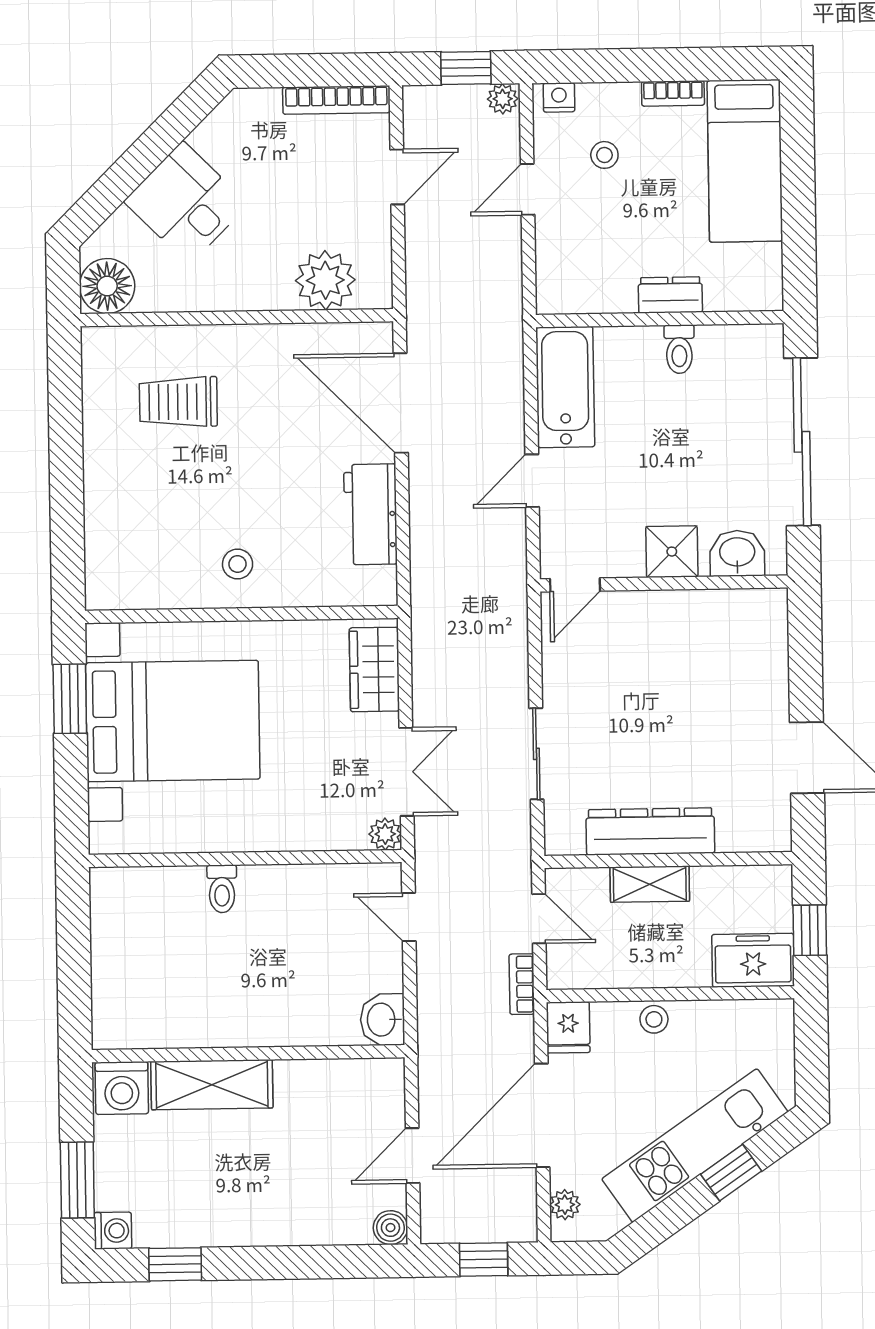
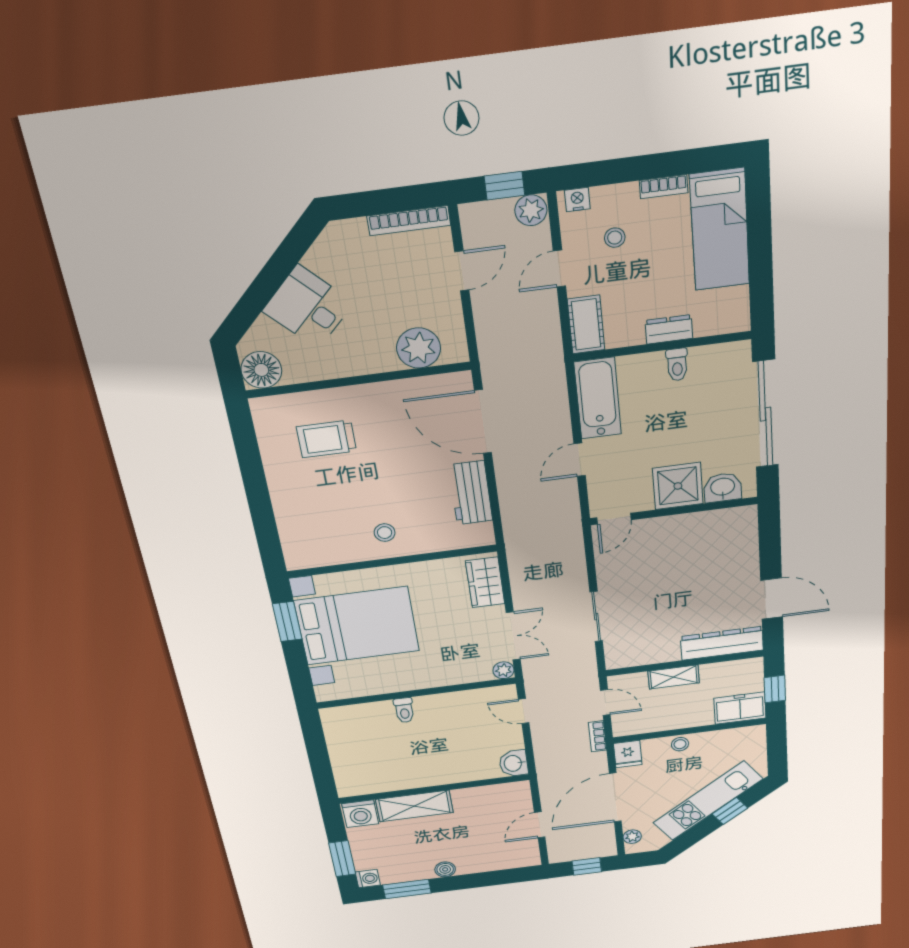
plant: (503, 99) -> (531, 210), width x1.38, depth x1.38
cot: (557, 274) -> (586, 325), added
shower: (672, 552) -> (678, 486), width x1.36, depth x1.36
dresser: (650, 831) -> (722, 643), moved
boiler: (390, 1228) -> (445, 869), moved
window: (175, 1264) -> (407, 889), width x1.50

